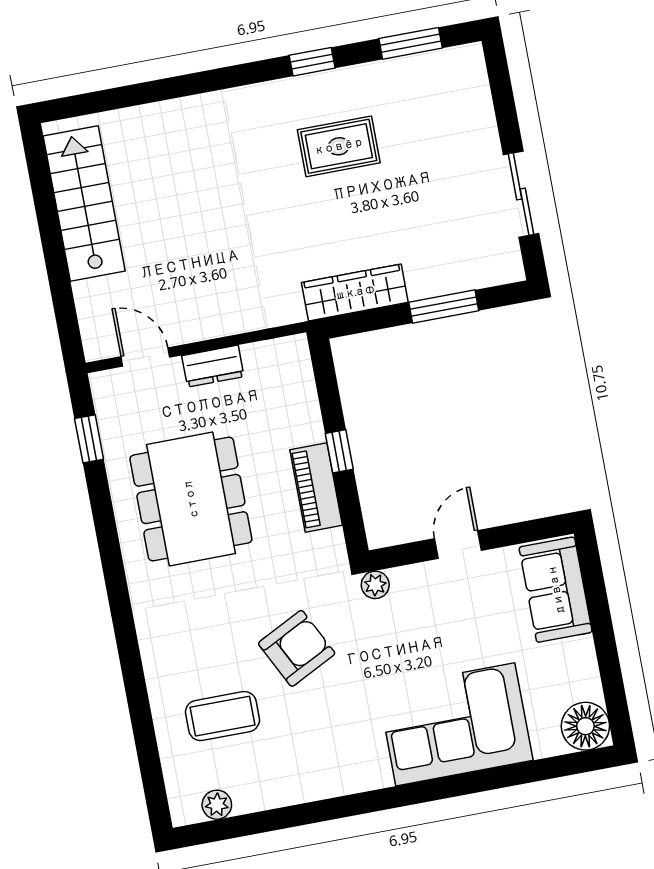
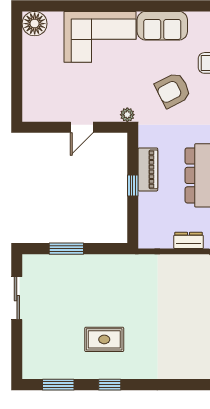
wardrobe: (355, 292) -> (110, 264), removed
sofa: (556, 590) -> (162, 26), moved, turned 90

